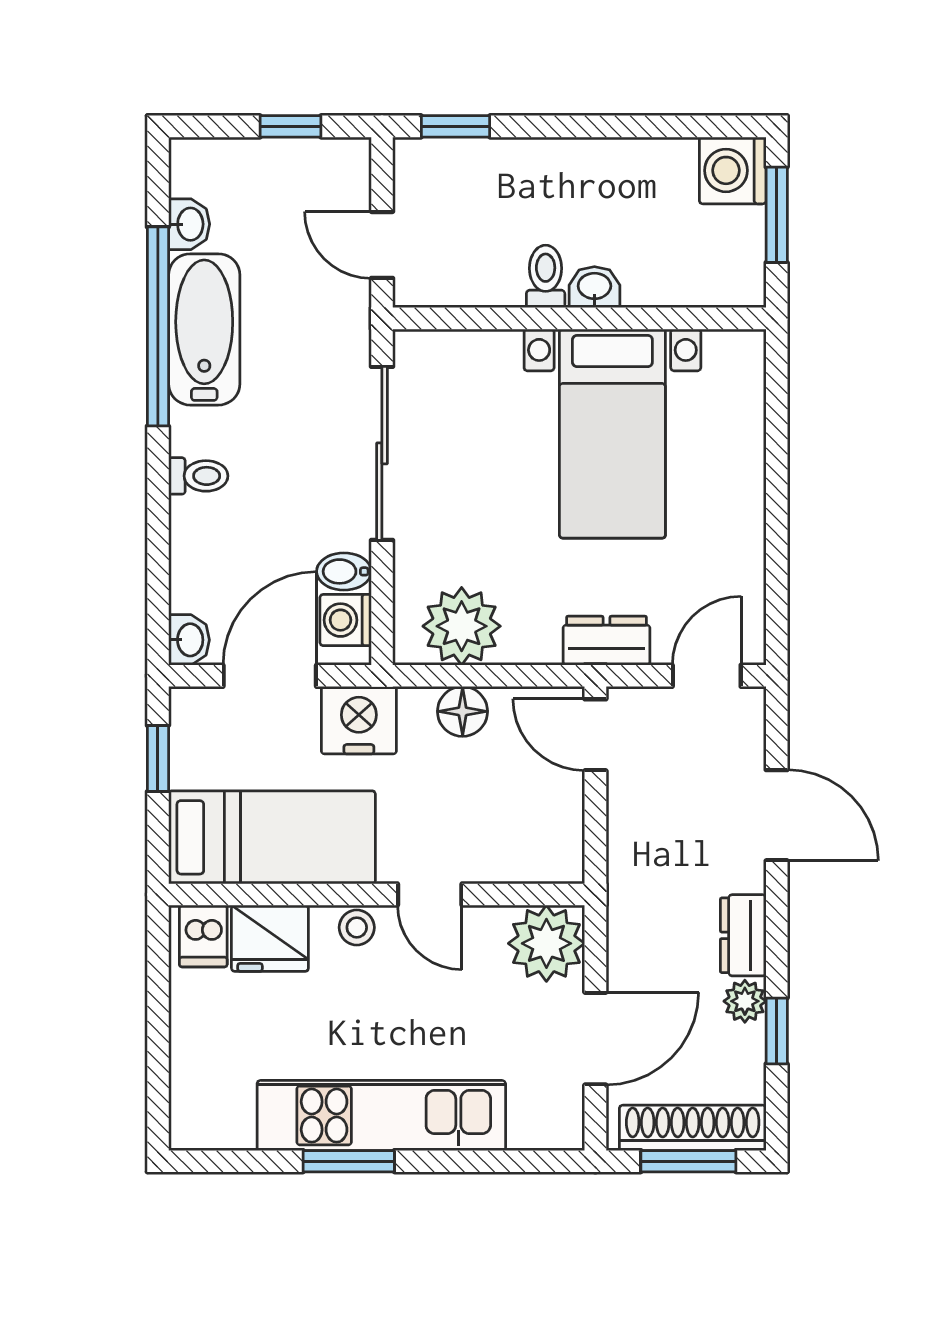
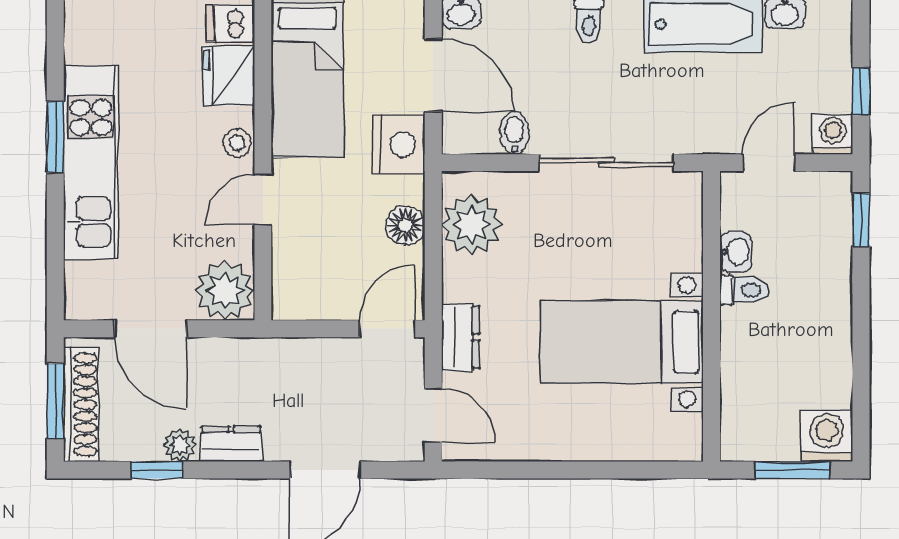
washbasin: (594, 287) -> (736, 252), moved
washing machine: (346, 620) -> (833, 134), moved

